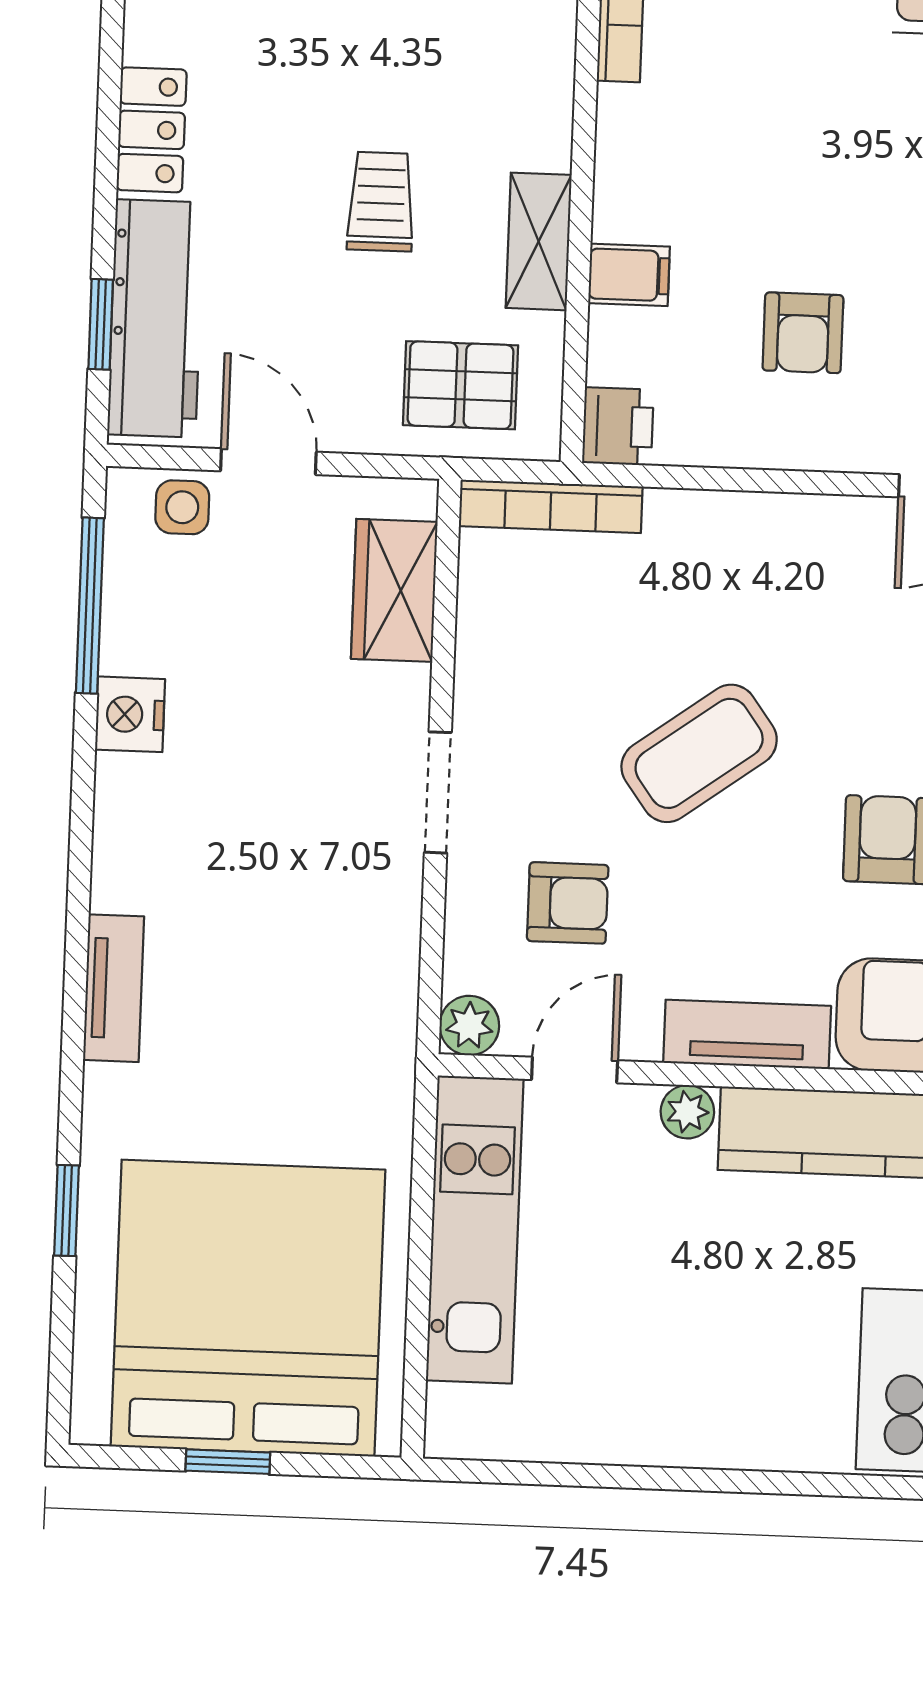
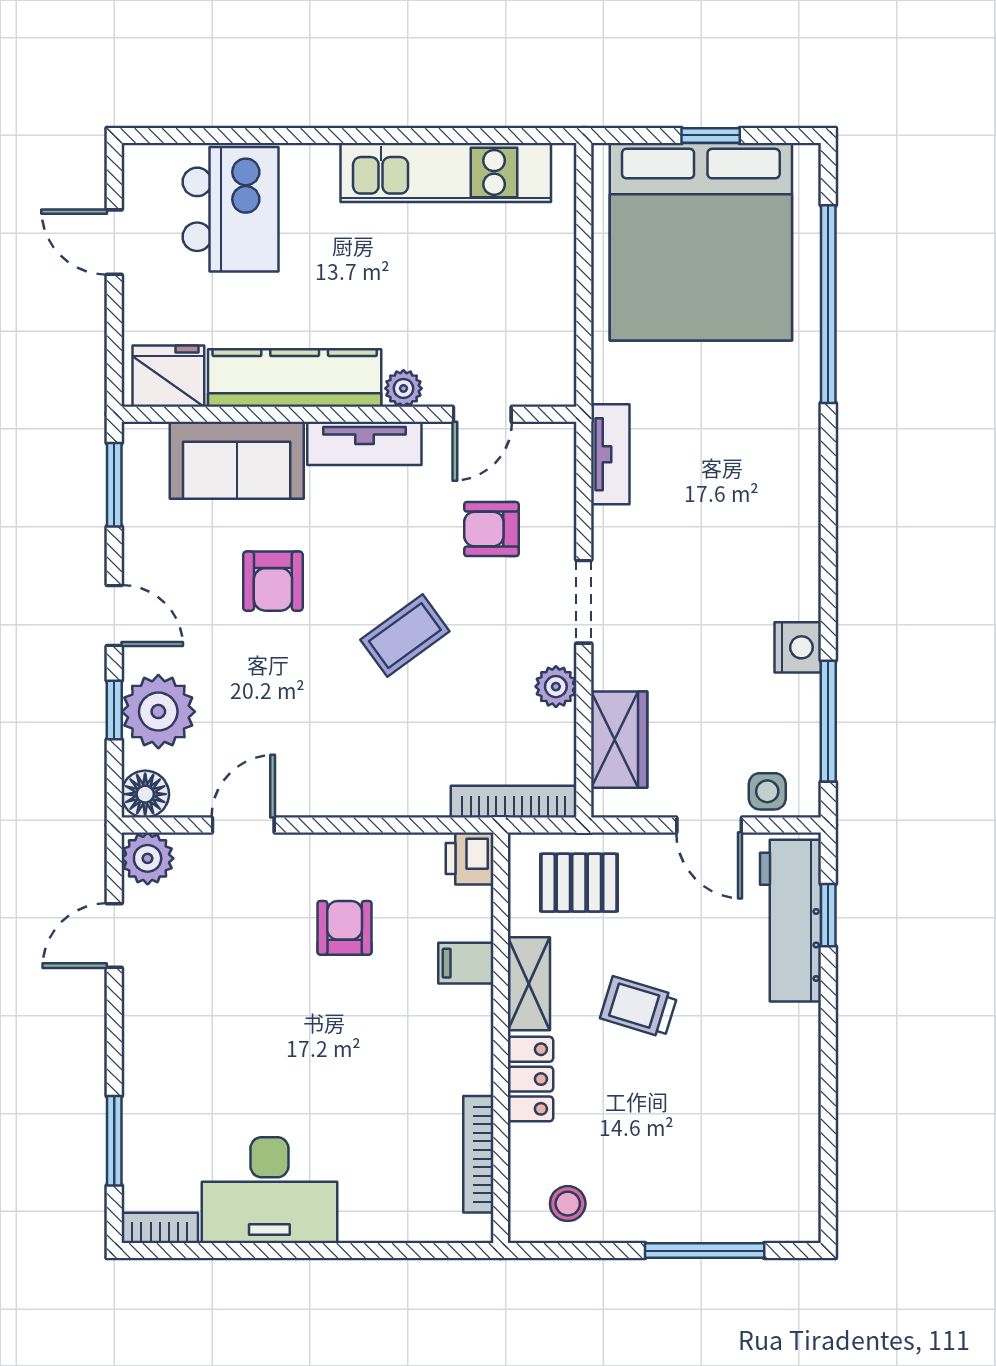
locker: (152, 130) -> (531, 1079), moved, turned 180
trolley: (381, 202) -> (639, 1007), turned 107
coffee table: (699, 753) -> (405, 636), width x0.73, depth x0.77
tv unit: (114, 988) -> (610, 454), moved, turned 180
plant: (469, 1026) -> (556, 687), moved
window: (67, 1211) -> (828, 304), width x3.17
kitchen unit: (475, 1230) -> (446, 172), moved, turned -90

